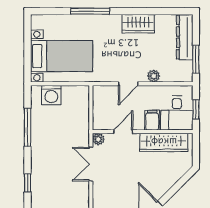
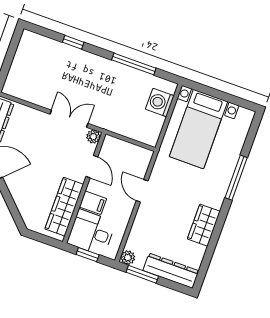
plant: (154, 76) -> (128, 258), moved

